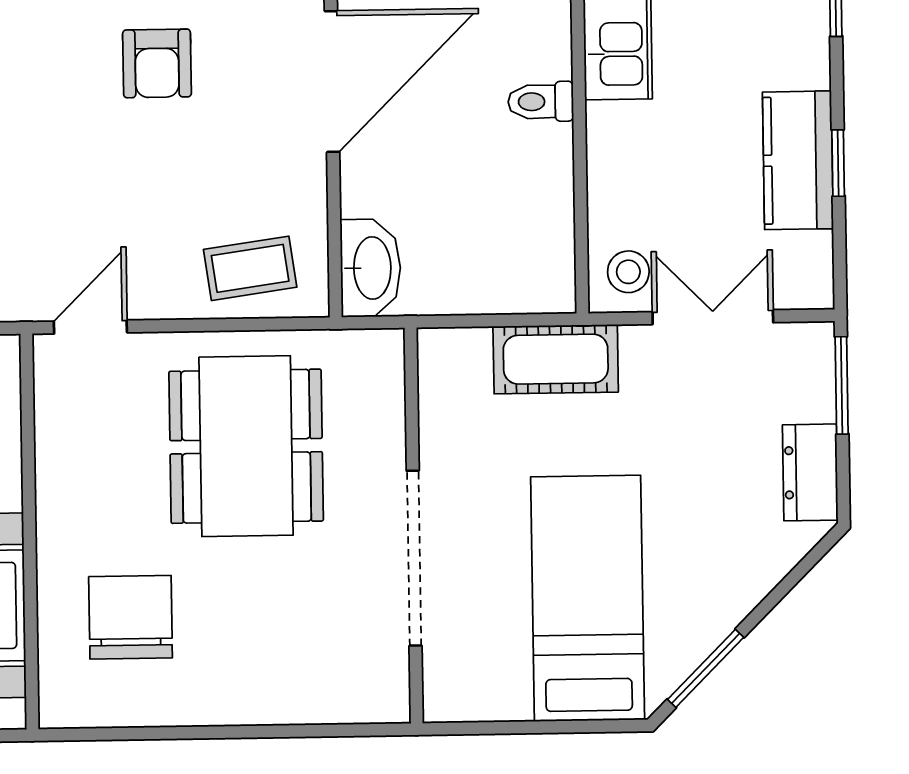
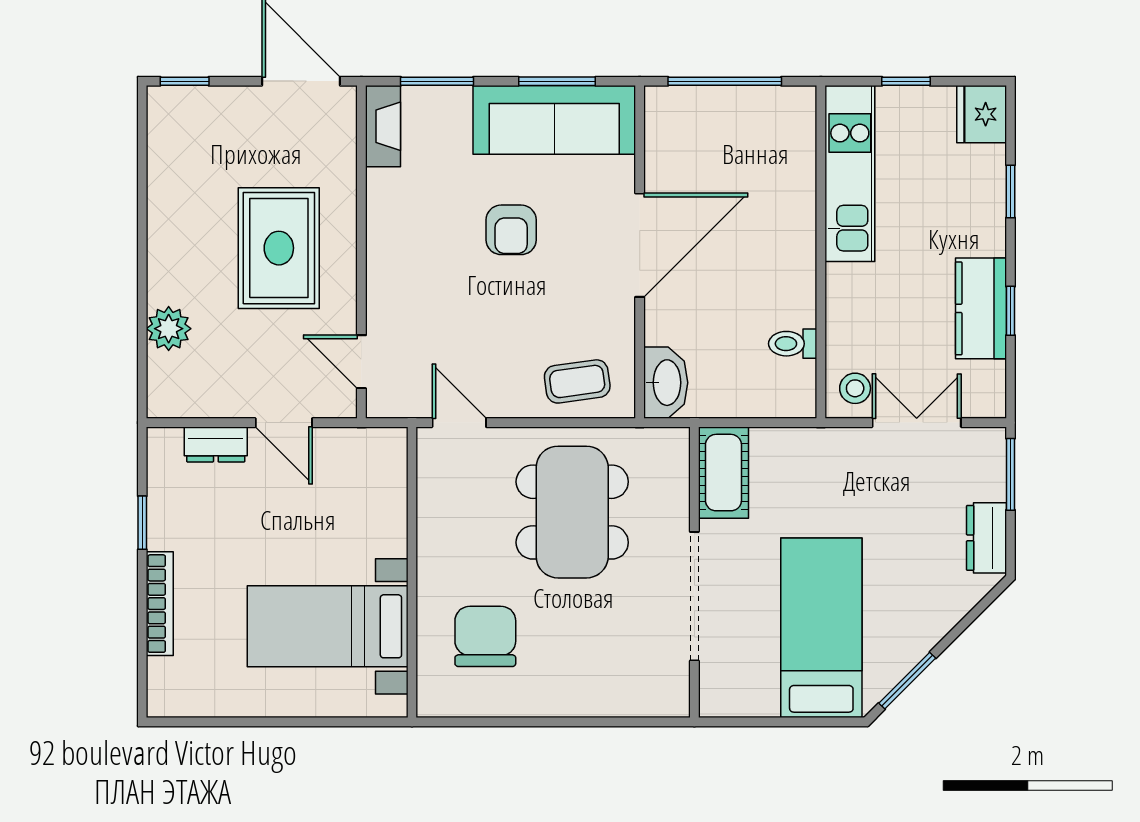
toilet: (541, 102) -> (793, 344), moved
door: (90, 327) -> (459, 423), hinge flipped
cot: (556, 359) -> (723, 473), moved, turned 90

